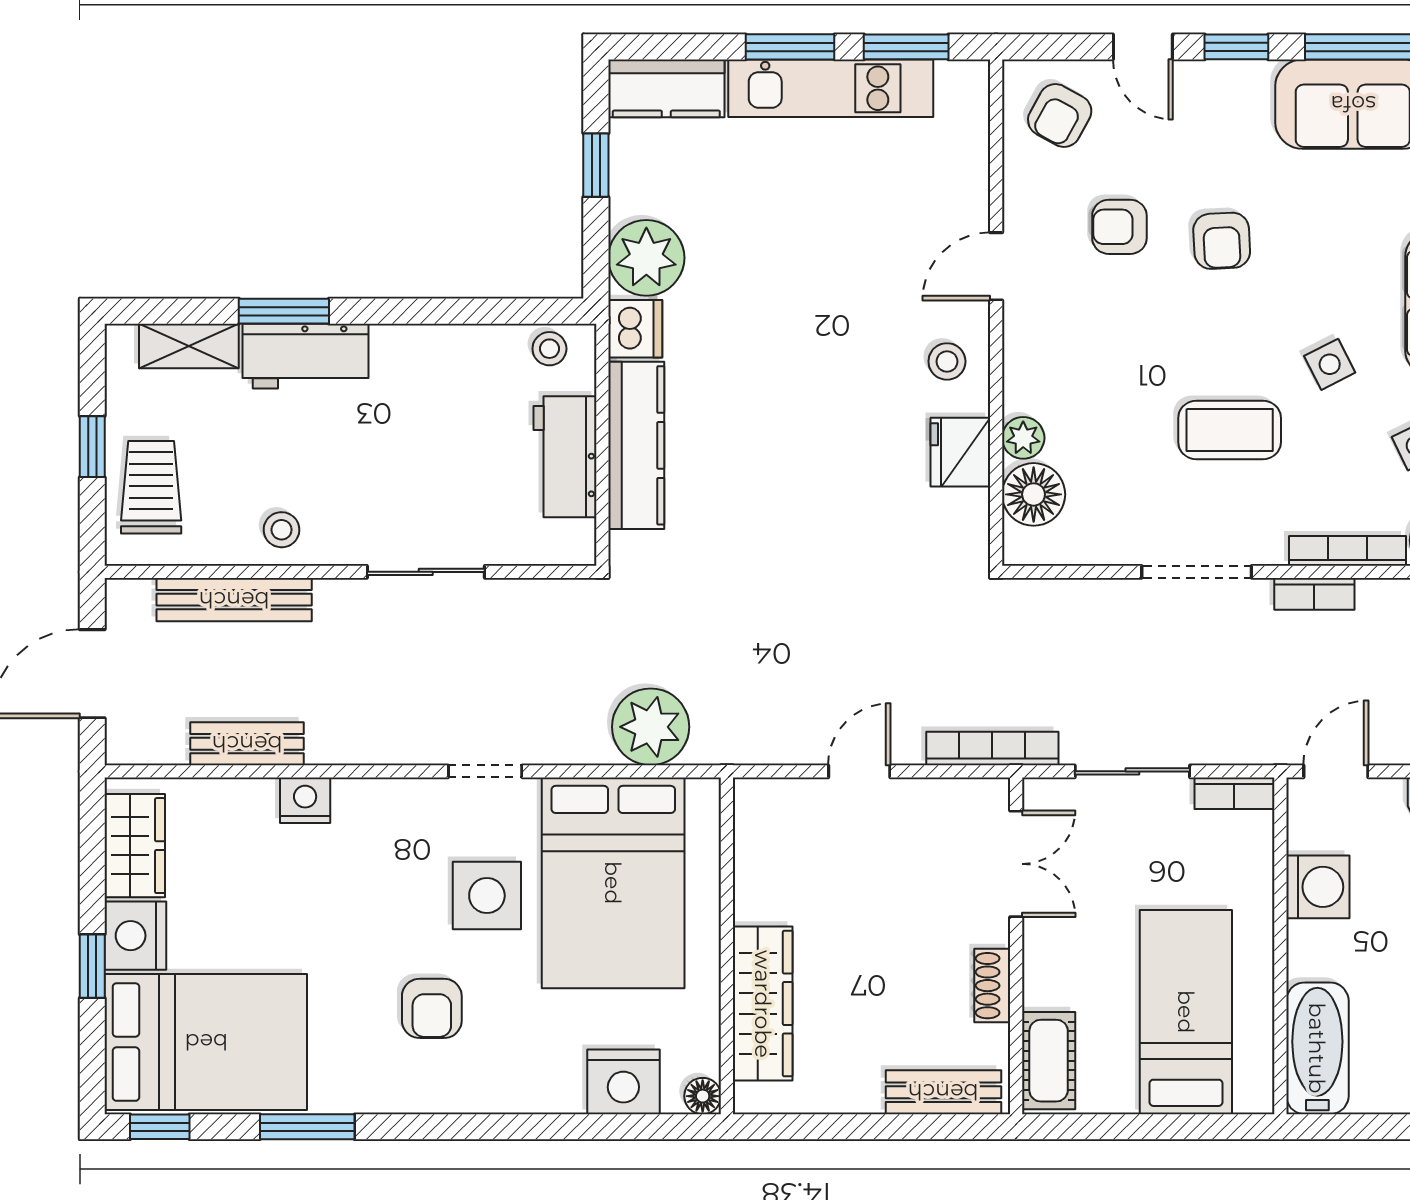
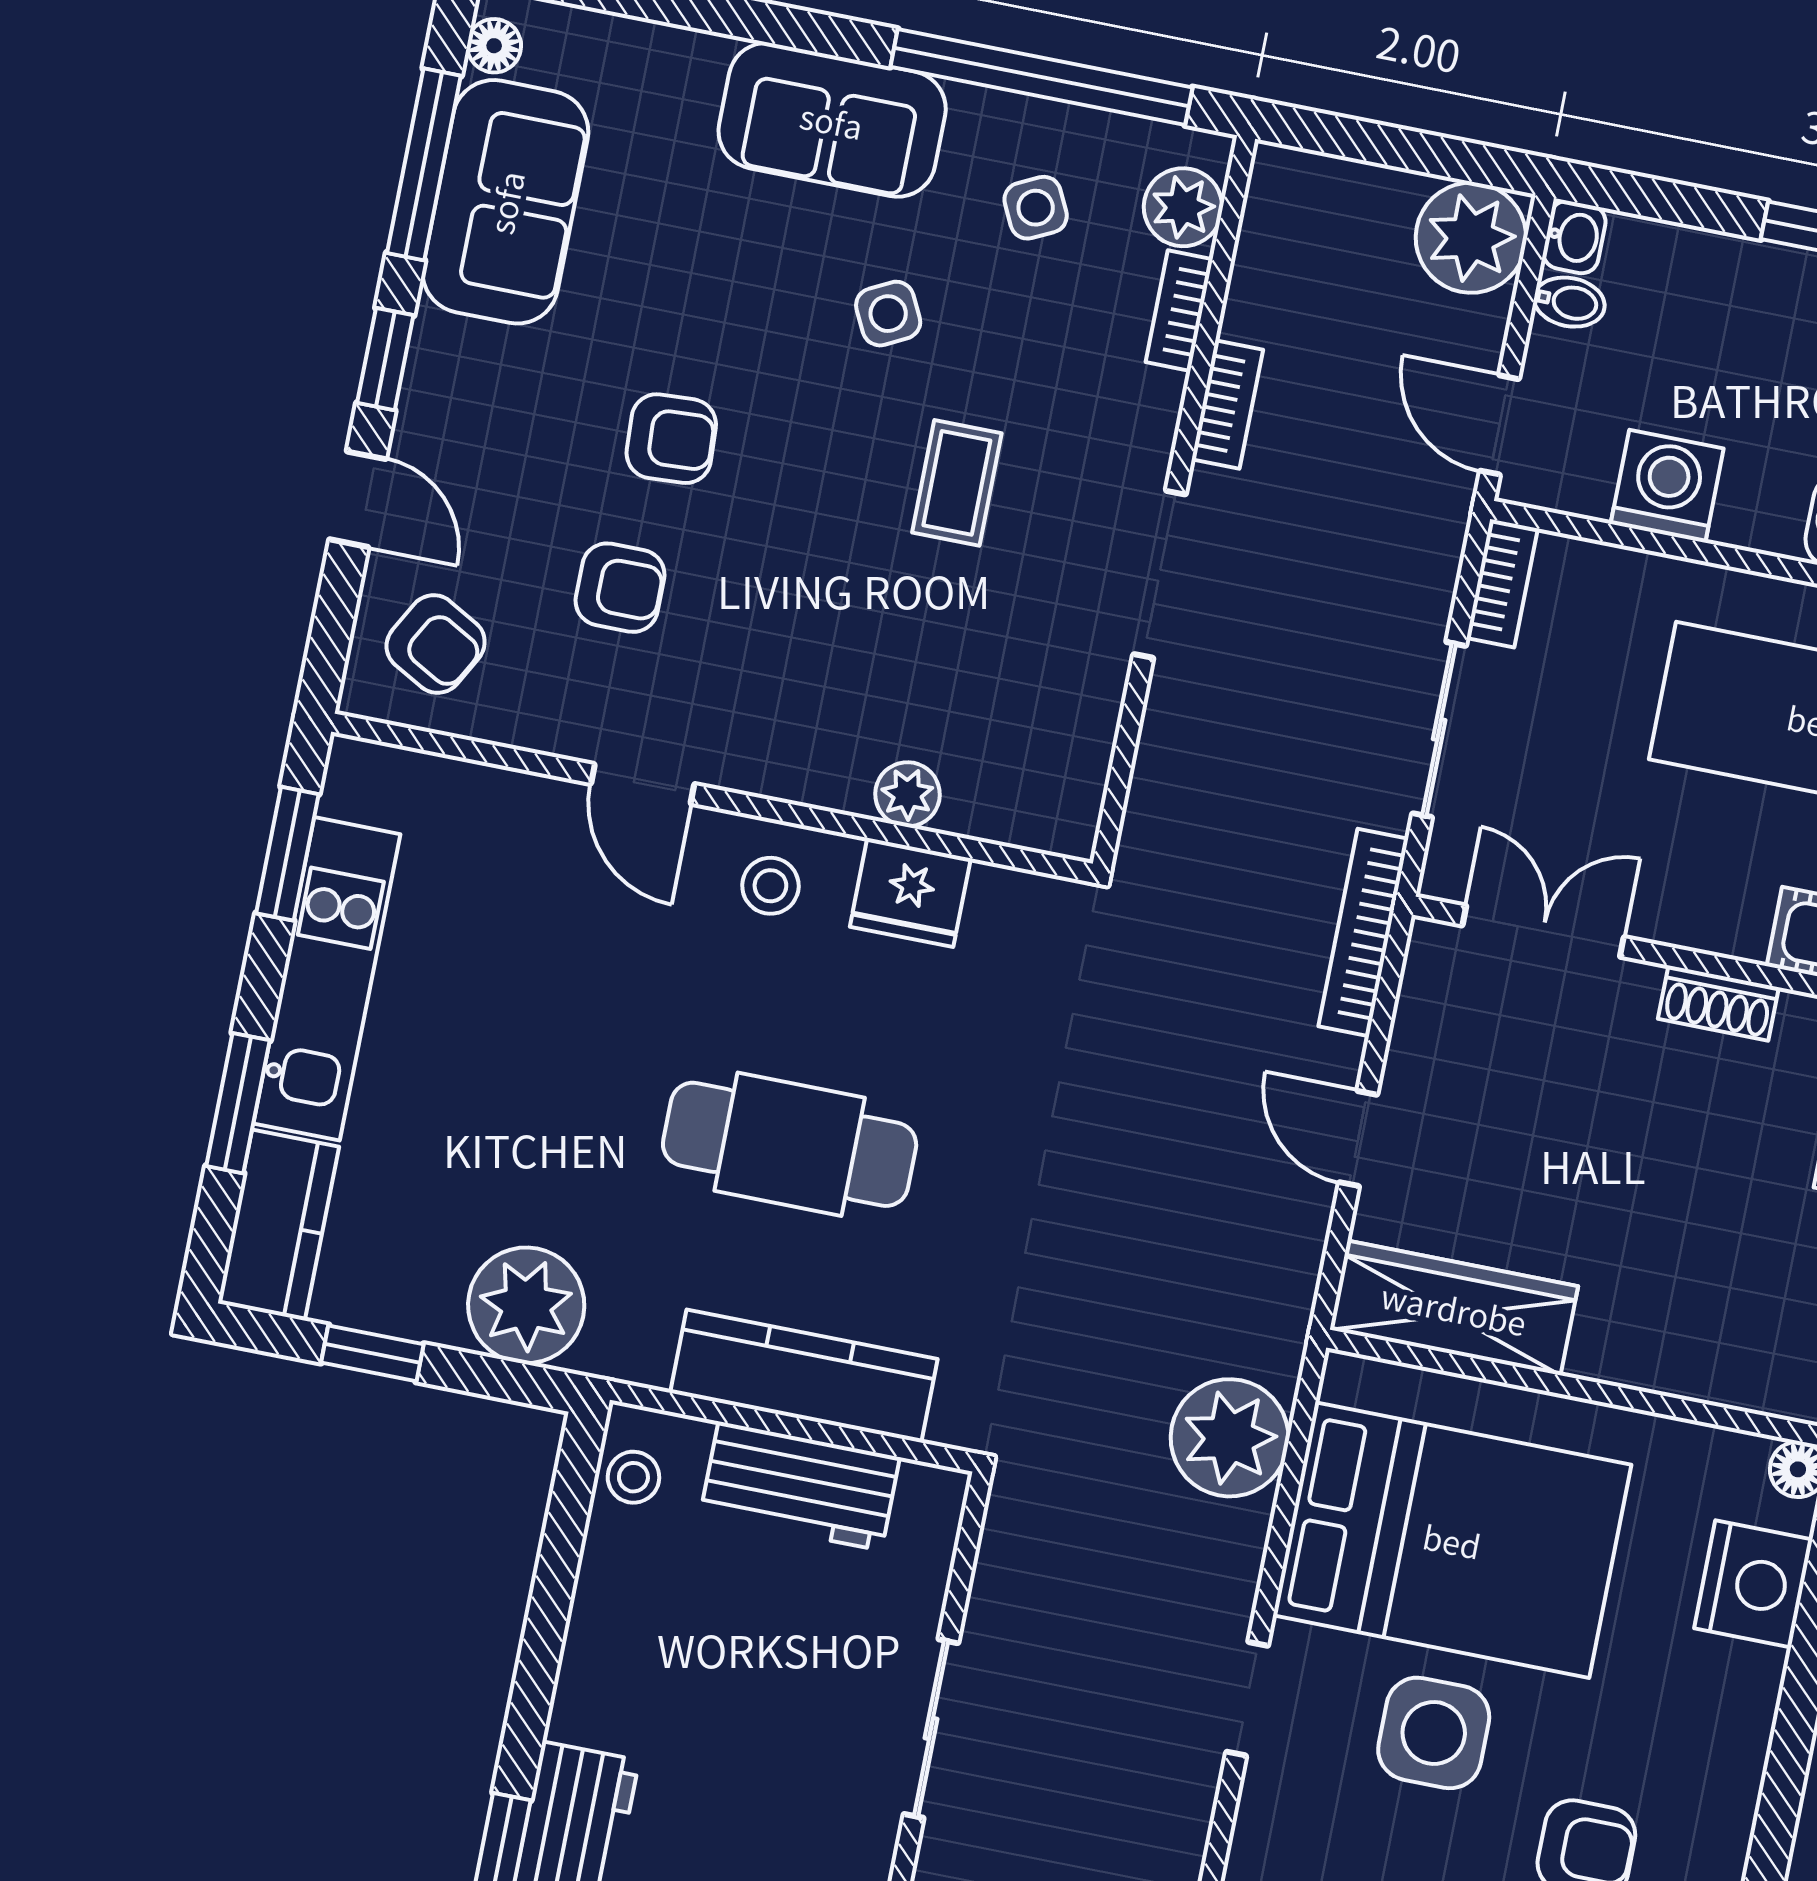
window: (790, 47) -> (238, 1103), moved
door: (1143, 47) -> (358, 499), hinge flipped
armchair: (1119, 227) -> (620, 588), turned -90
dishwasher: (635, 329) -> (629, 1343), removed
cafe table: (783, 407) -> (790, 1144), added
coffee table: (1230, 430) -> (957, 483), width x0.73, depth x0.77
floor lamp: (1034, 494) -> (995, 796), removed
bookcase: (1348, 551) -> (1179, 311), width x0.64
wardrobe: (763, 1004) -> (1454, 1308), moved

